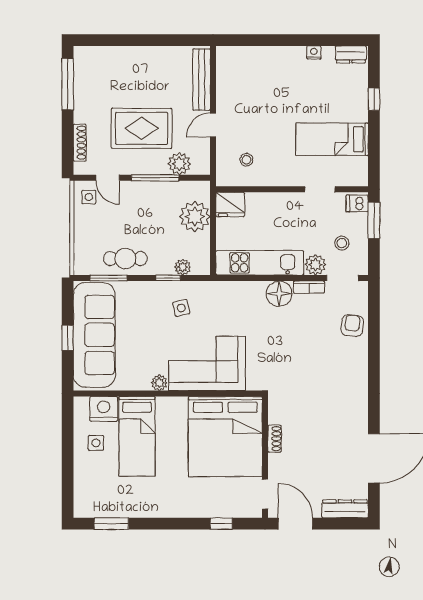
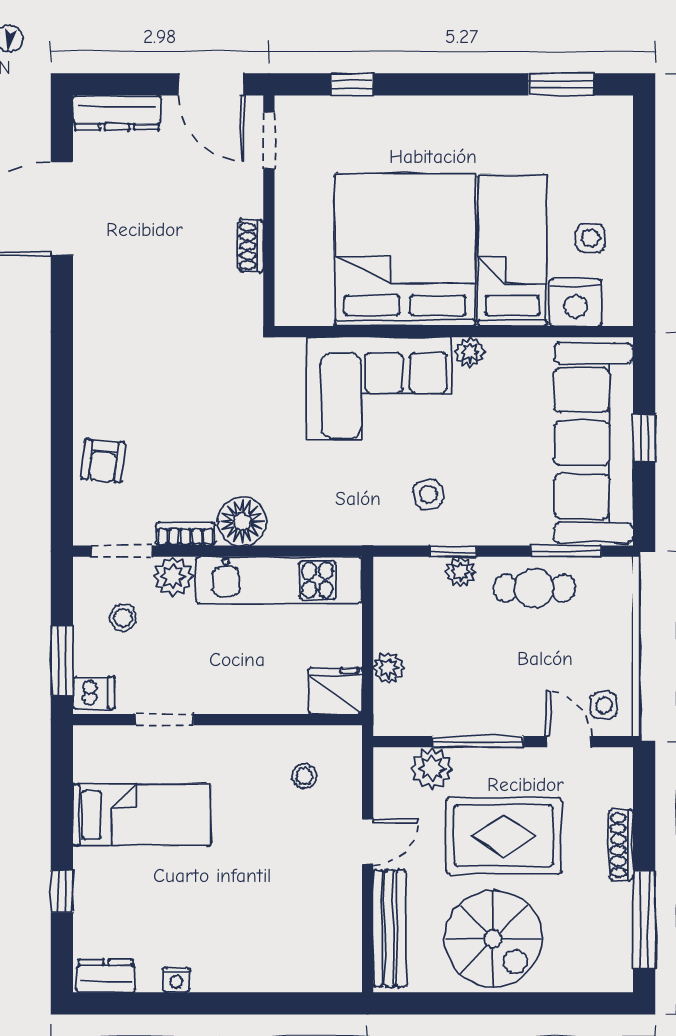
spiral stairs: (147, 74) -> (493, 939), added
shoe rack: (80, 143) -> (621, 845), moved
plant: (195, 217) -> (389, 668), width x0.53, depth x0.53
plant: (183, 267) -> (460, 572), moved
bed: (225, 437) -> (405, 250), moved

